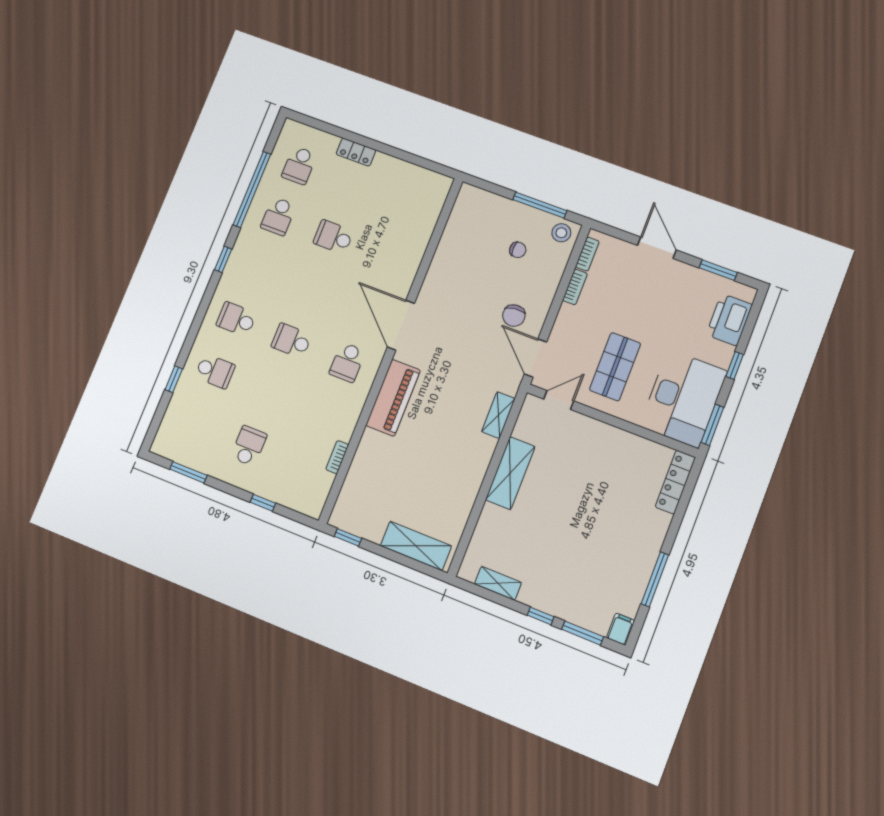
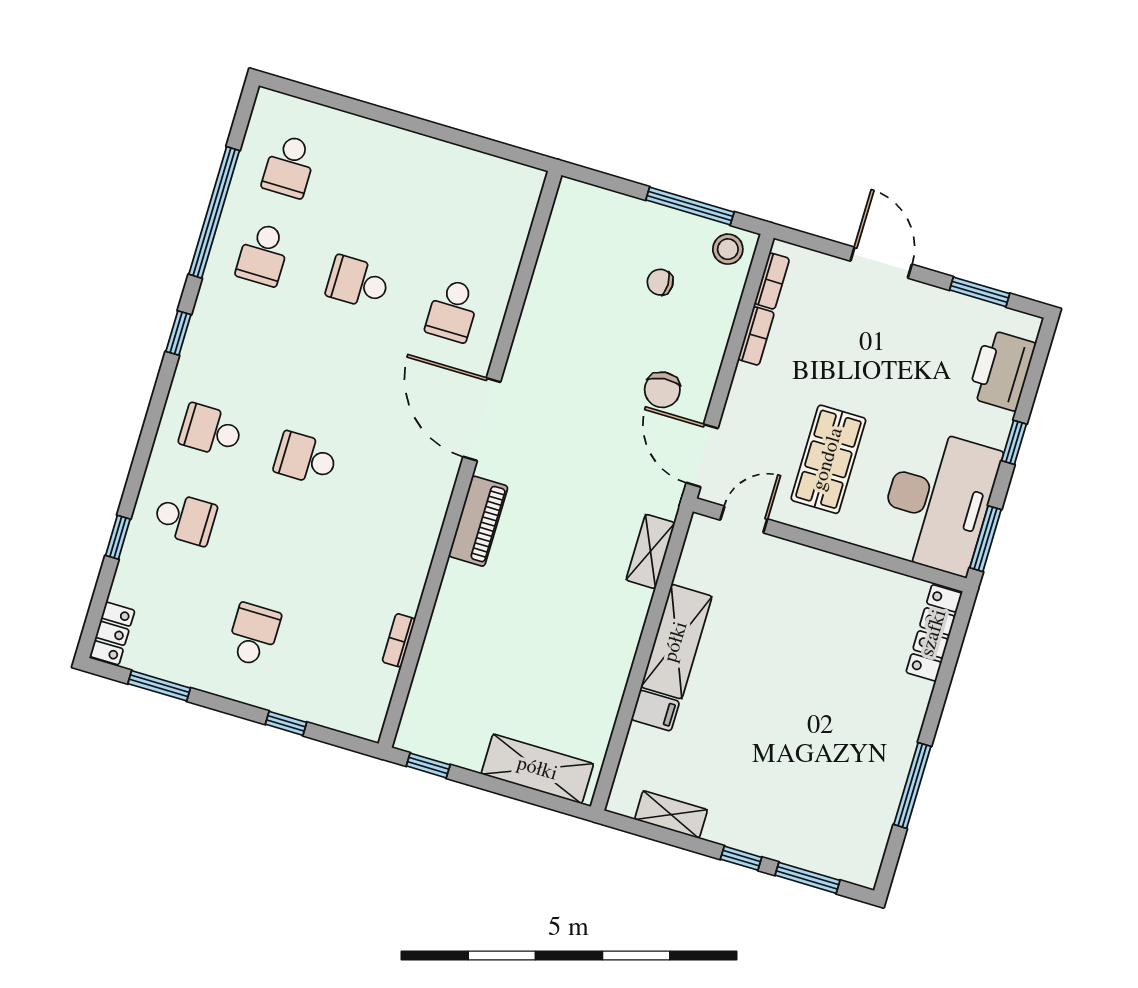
locker: (356, 152) -> (112, 633), moved, turned -90
chair: (518, 250) -> (660, 282), turned 180
school desk: (347, 362) -> (453, 311), moved
piano: (393, 398) -> (478, 521), width x0.73, depth x0.75
filing cabinet: (621, 629) -> (655, 711), moved, turned 90

